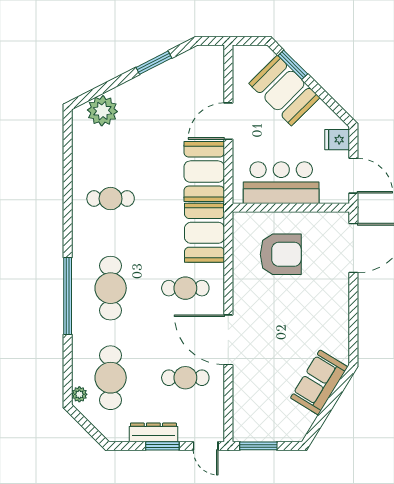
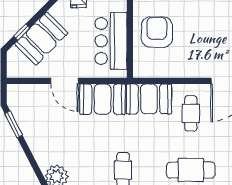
window: (154, 63) -> (14, 124), moved
window: (293, 65) -> (22, 32), width x0.67
armchair: (281, 254) -> (157, 32), moved

